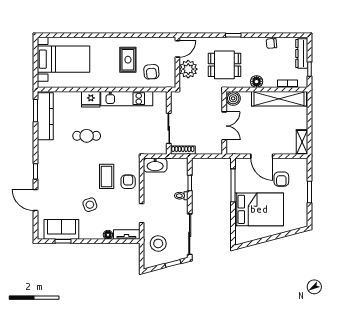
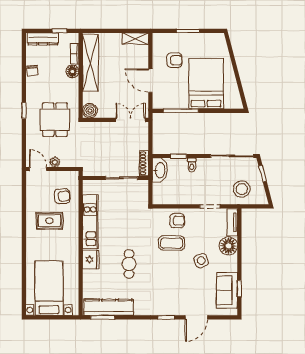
plant: (188, 69) -> (55, 162), width x0.53, depth x0.53
floor lamp: (257, 82) -> (72, 71), moved
double door: (224, 126) -> (131, 120), moved
door: (262, 156) -> (150, 81), swing flipped
washbasin: (155, 165) -> (160, 170), moved
armchair: (128, 182) -> (177, 221), turned 180
floor lamp: (108, 235) -> (228, 246), width x1.89, depth x1.89

